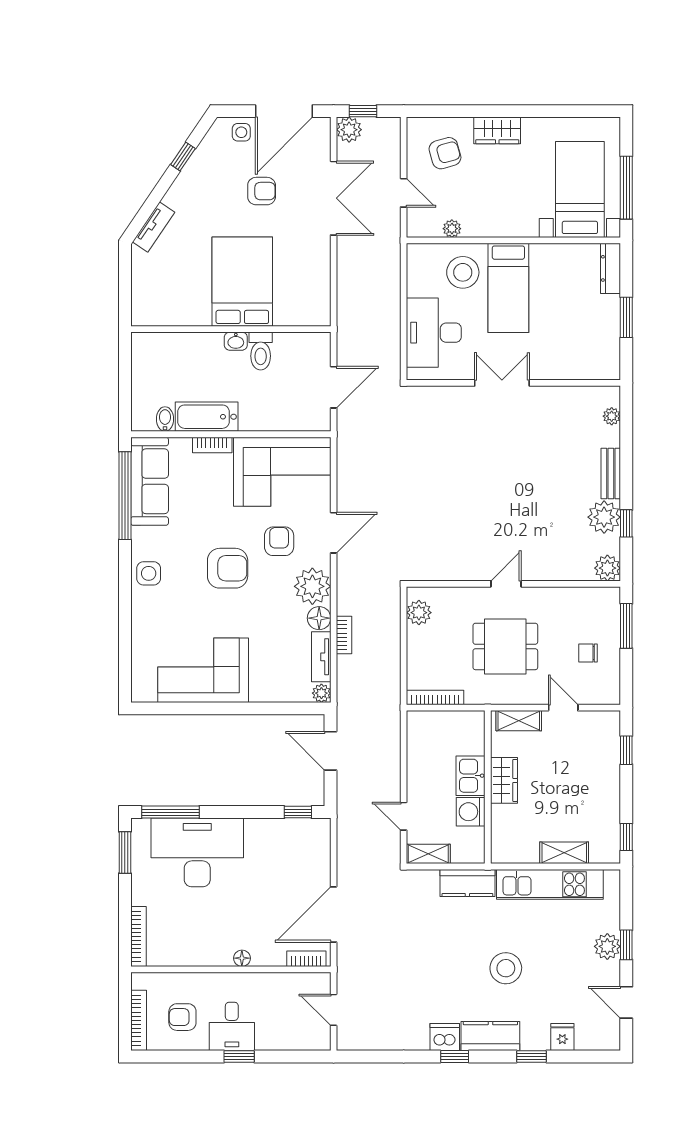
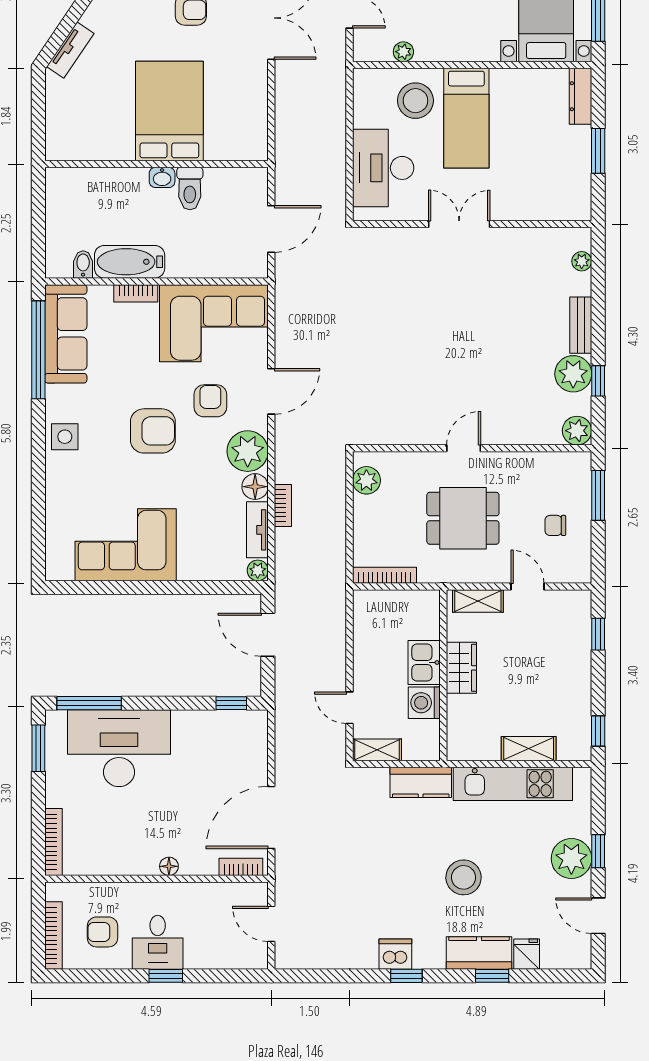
plant: (607, 946) -> (571, 859), width x1.36, depth x1.36
kitchen counter: (490, 1036) -> (479, 953), moved

